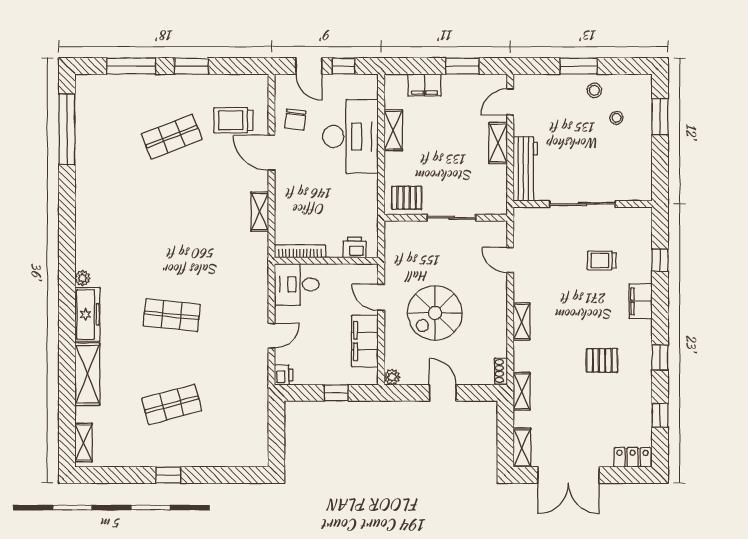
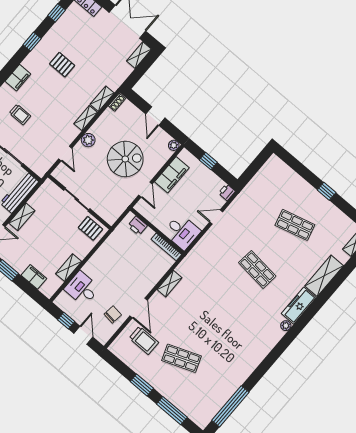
desk: (350, 136) -> (82, 288), width x0.53, depth x0.77
plant: (497, 298) -> (88, 140), added
shelving: (522, 391) -> (102, 99), moved

